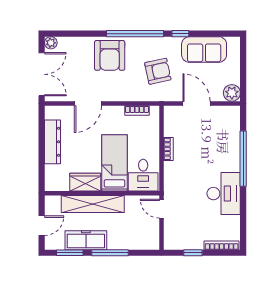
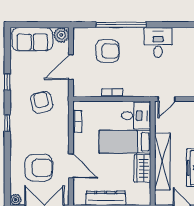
window: (135, 34) -> (7, 123), width x0.32
sofa: (204, 49) -> (32, 39), moved, turned 90
armchair: (110, 55) -> (39, 168), moved
armchair: (214, 144) -> (108, 51), added
desk: (224, 194) -> (158, 42), width x0.73

